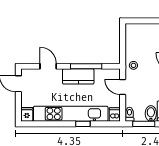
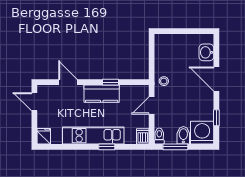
window: (86, 66) -> (110, 82), width x0.46
door: (123, 87) -> (152, 105), hinge flipped
kitchen unit: (71, 114) -> (93, 136), width x0.73

